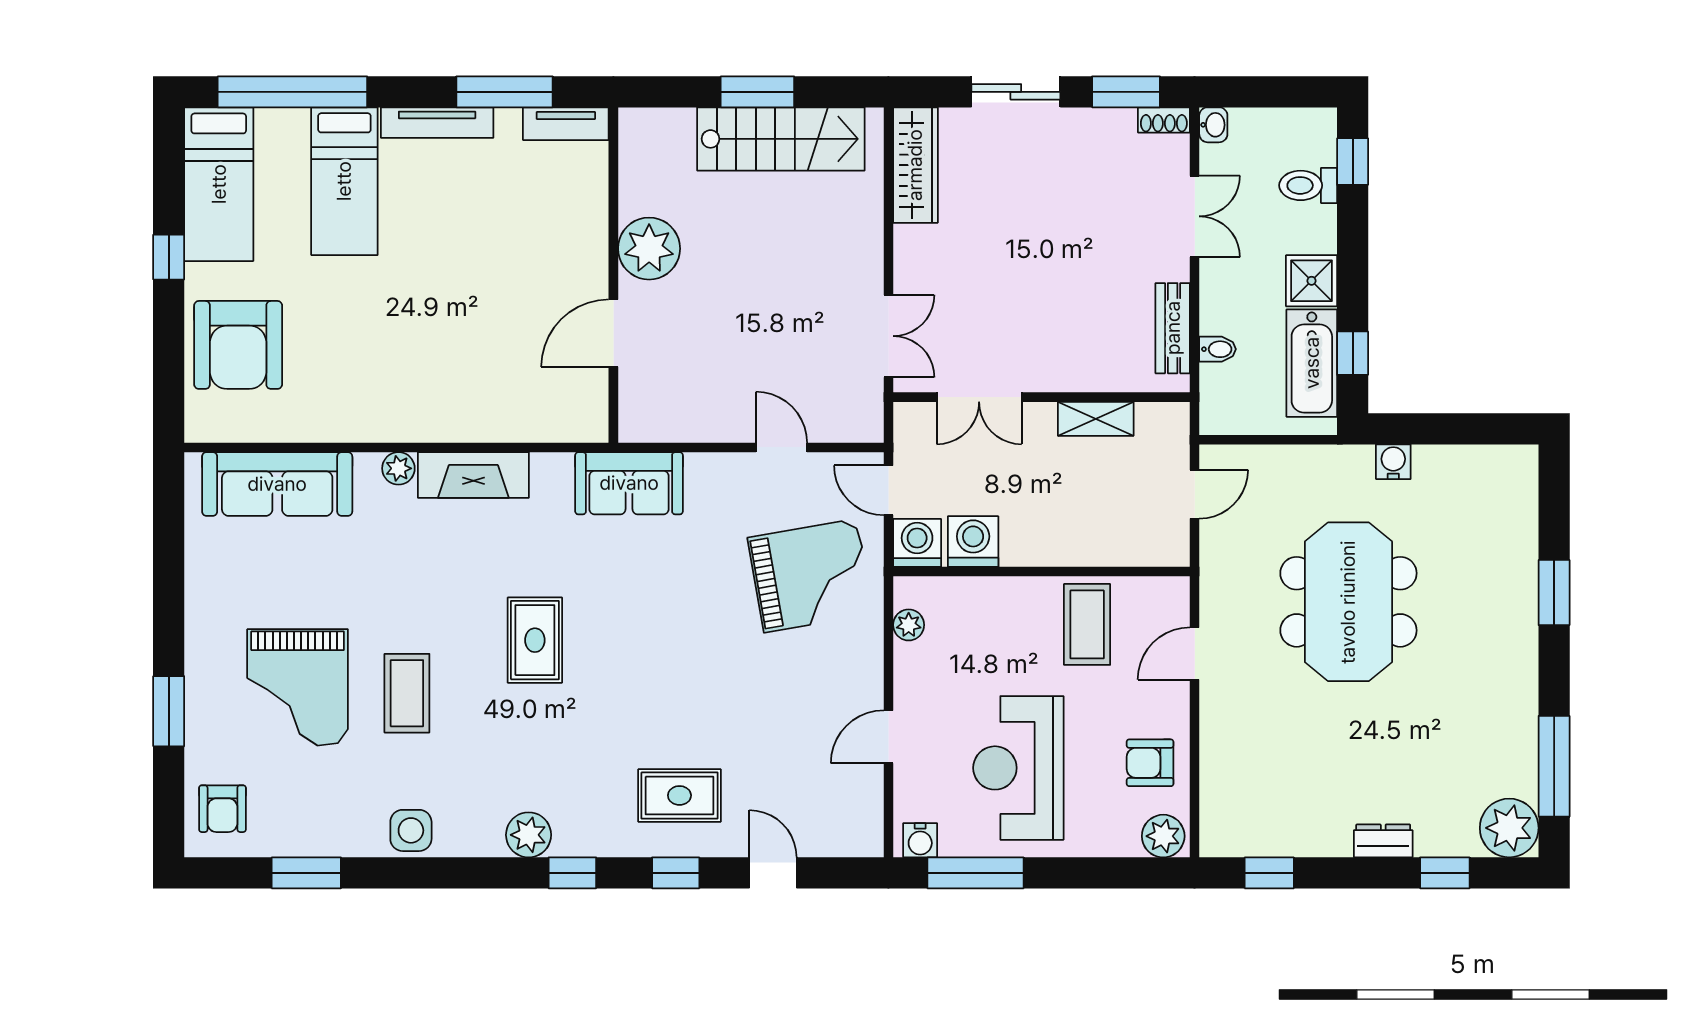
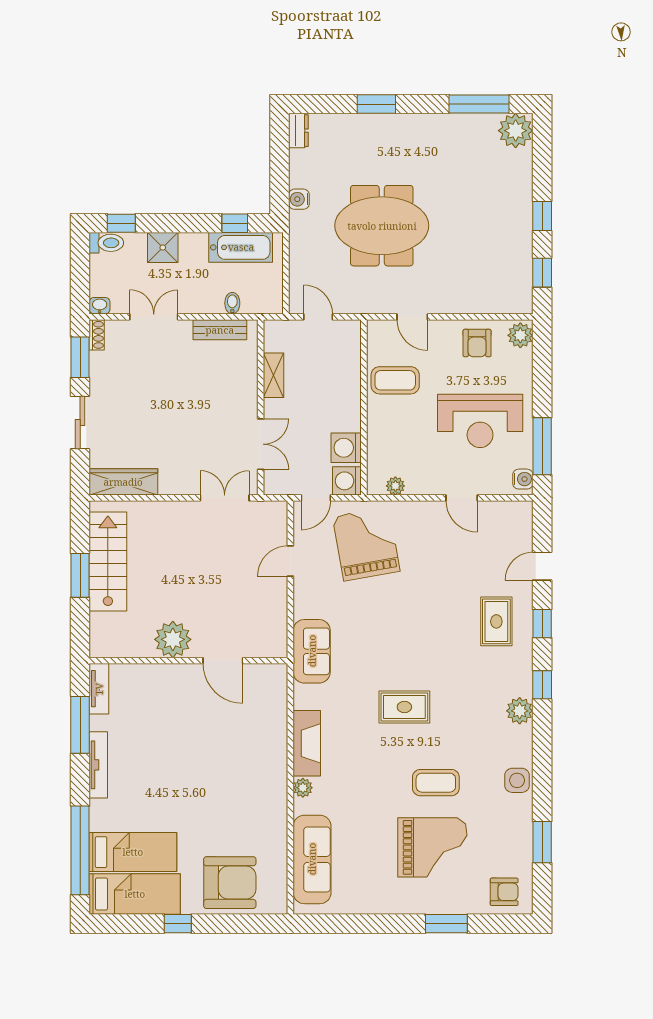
bed: (344, 181) -> (133, 852), moved
toilet: (1308, 185) -> (106, 243), moved, turned -90
shower: (1312, 281) -> (163, 248), moved
dresser: (1383, 841) -> (298, 131), moved, turned 180
window: (1445, 873) -> (542, 216), moved

